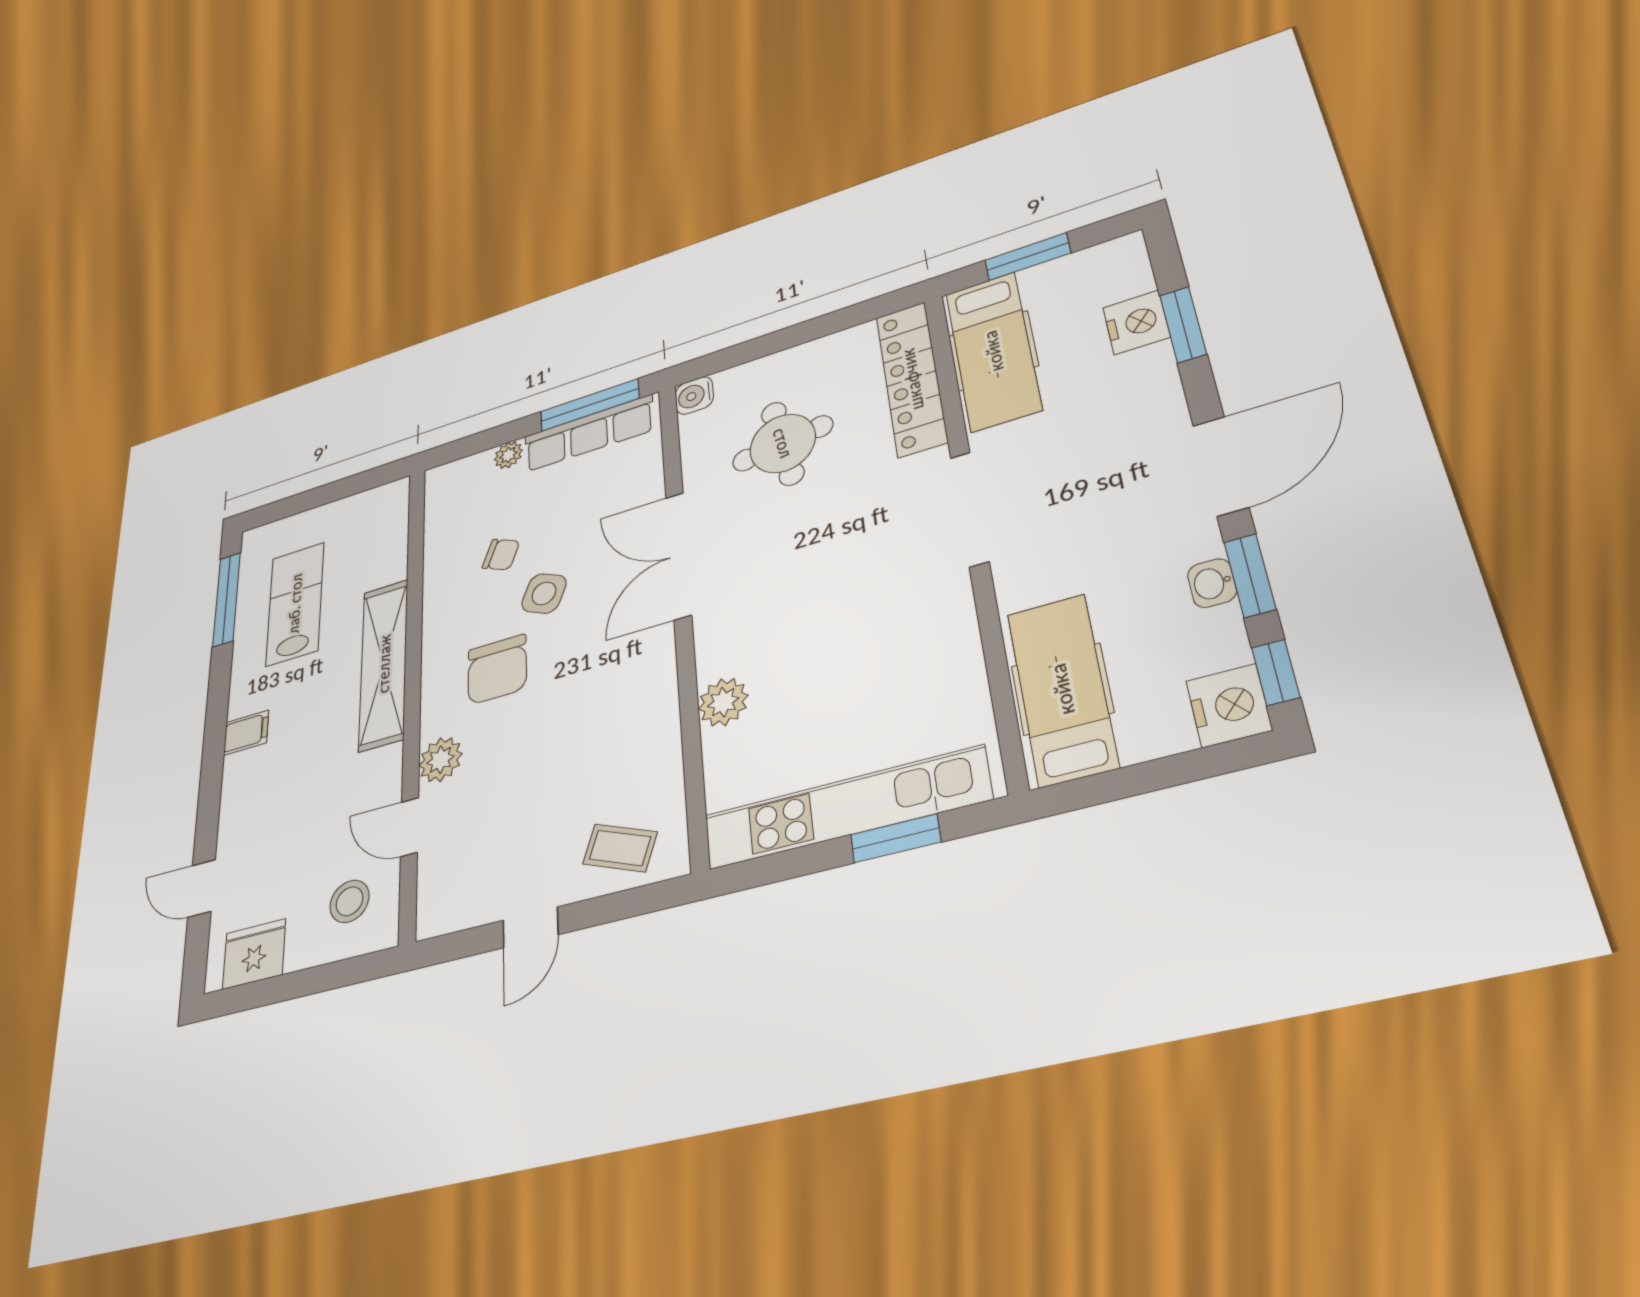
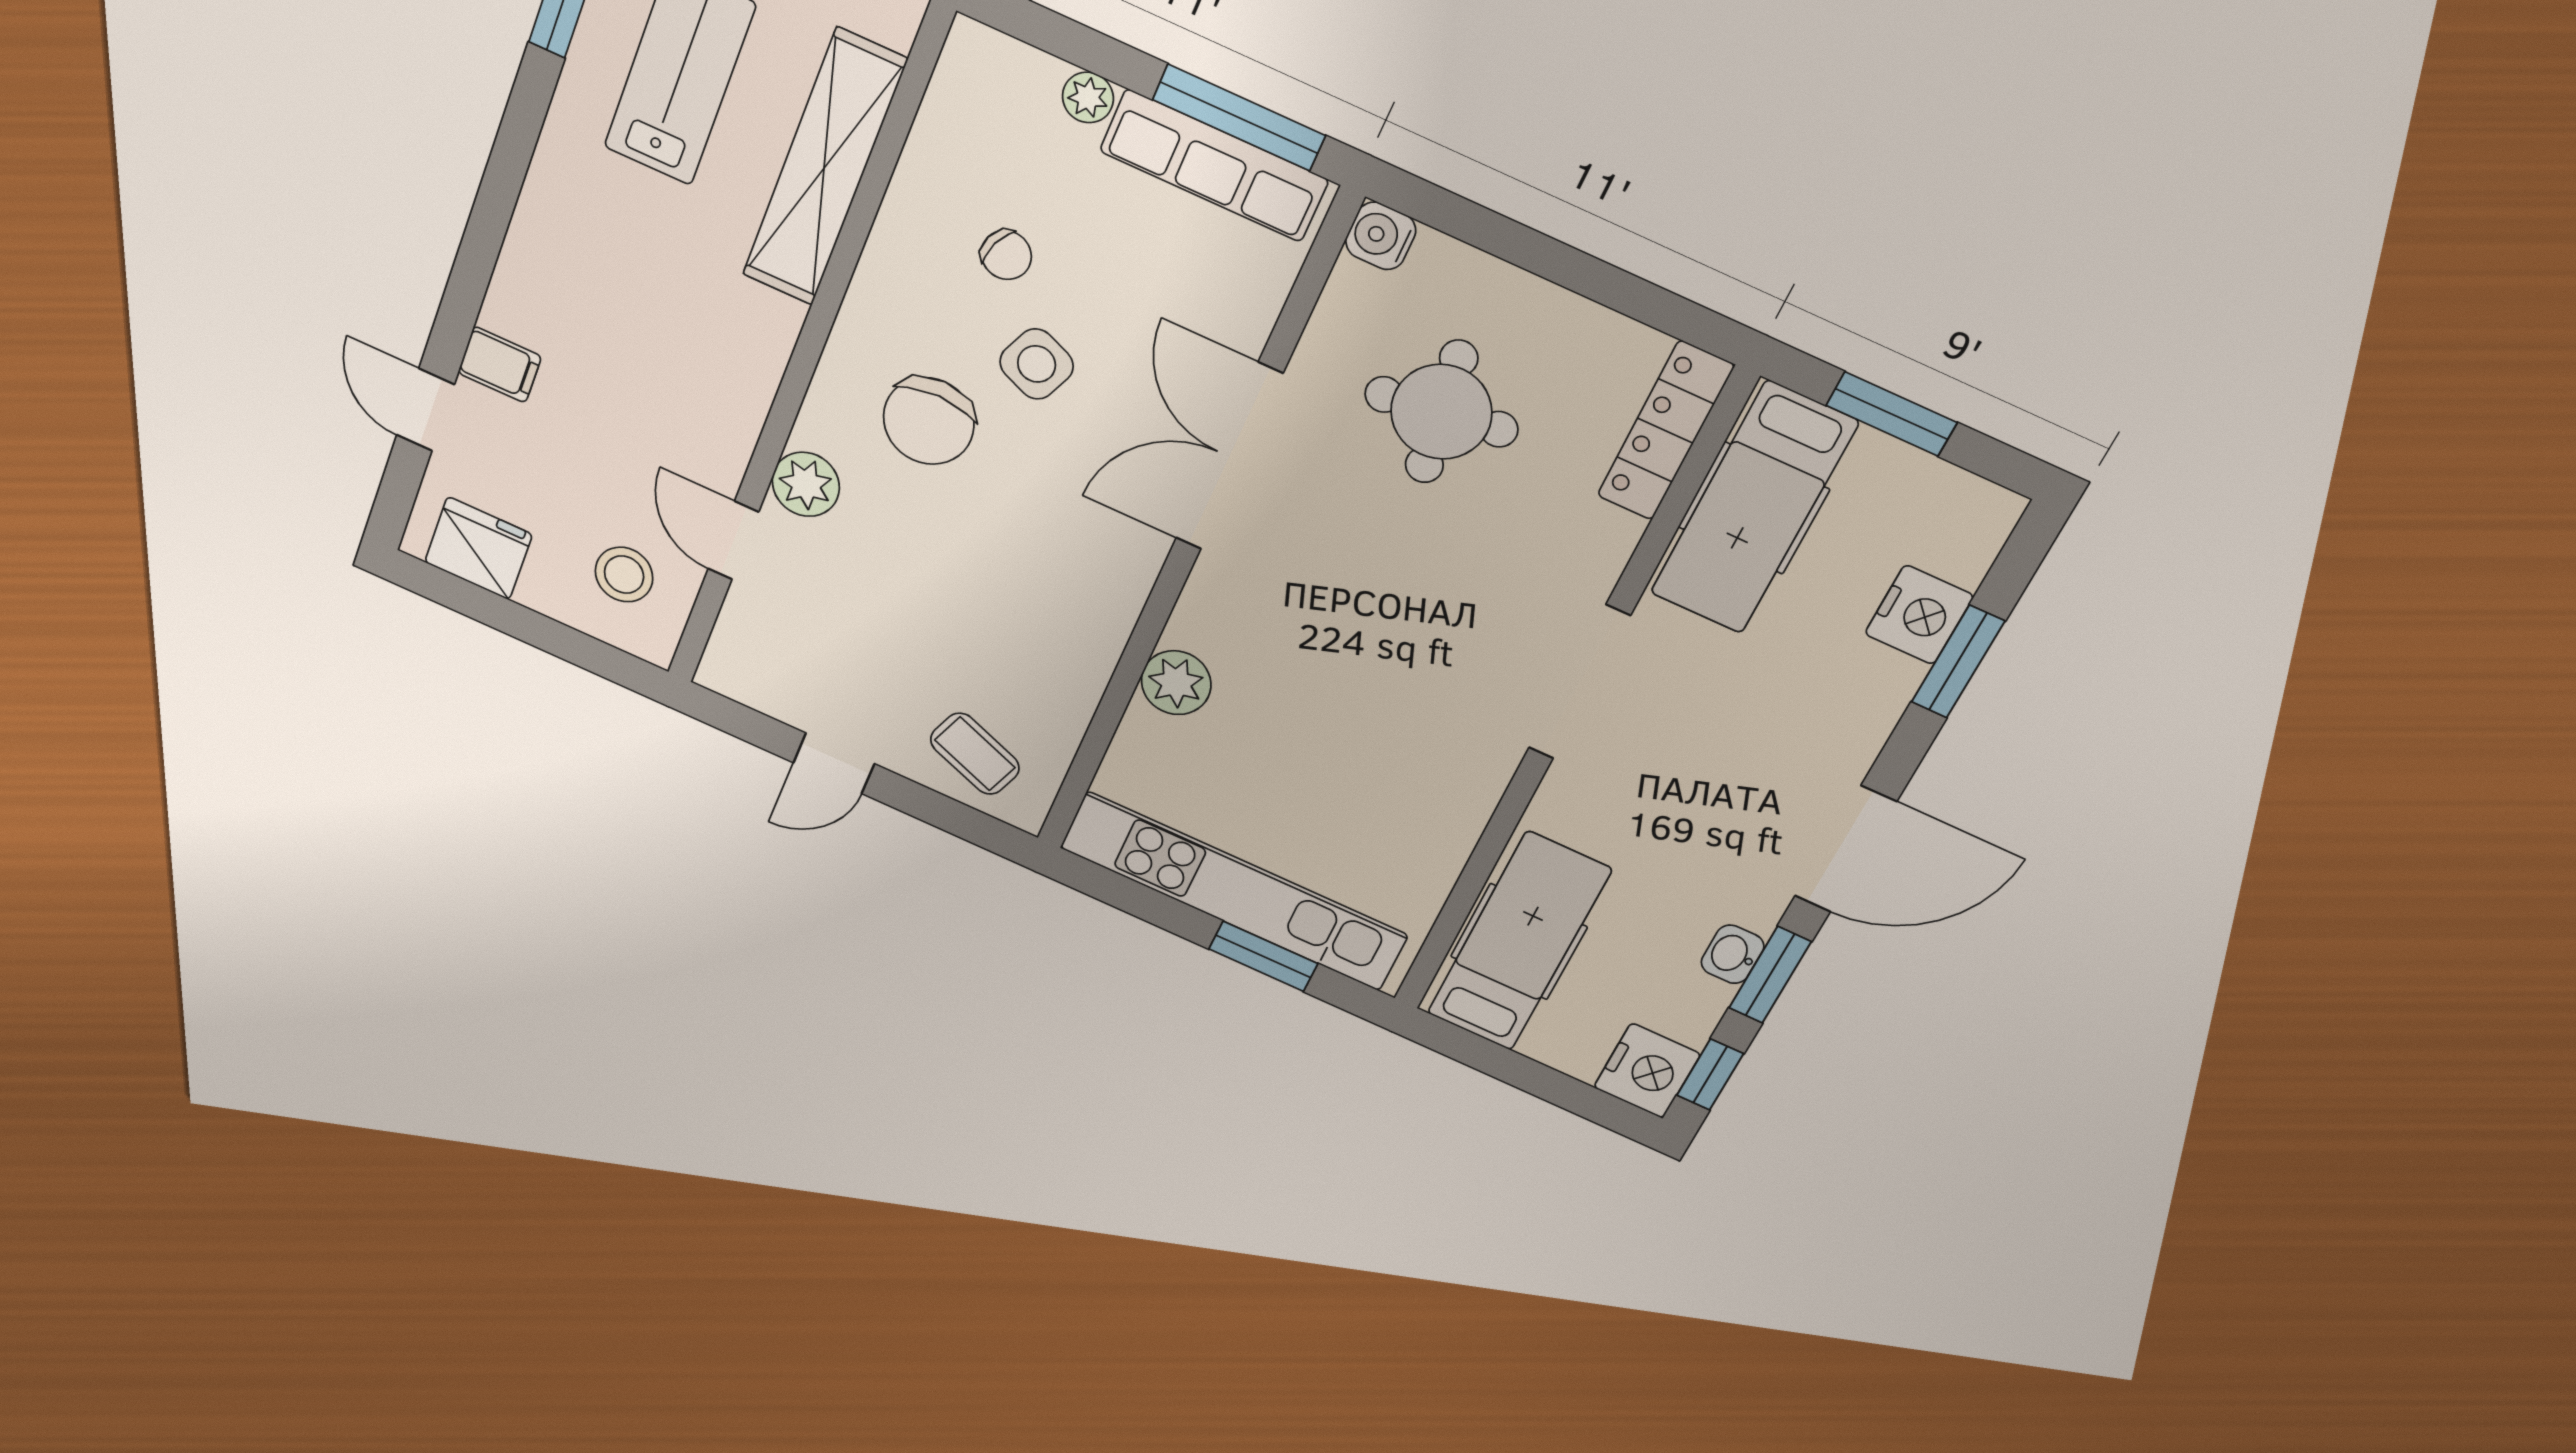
locker: (912, 379) -> (1665, 431), width x0.71, depth x0.83
shelving: (384, 664) -> (824, 168), moved
filing cabinet: (246, 733) -> (500, 365), moved

